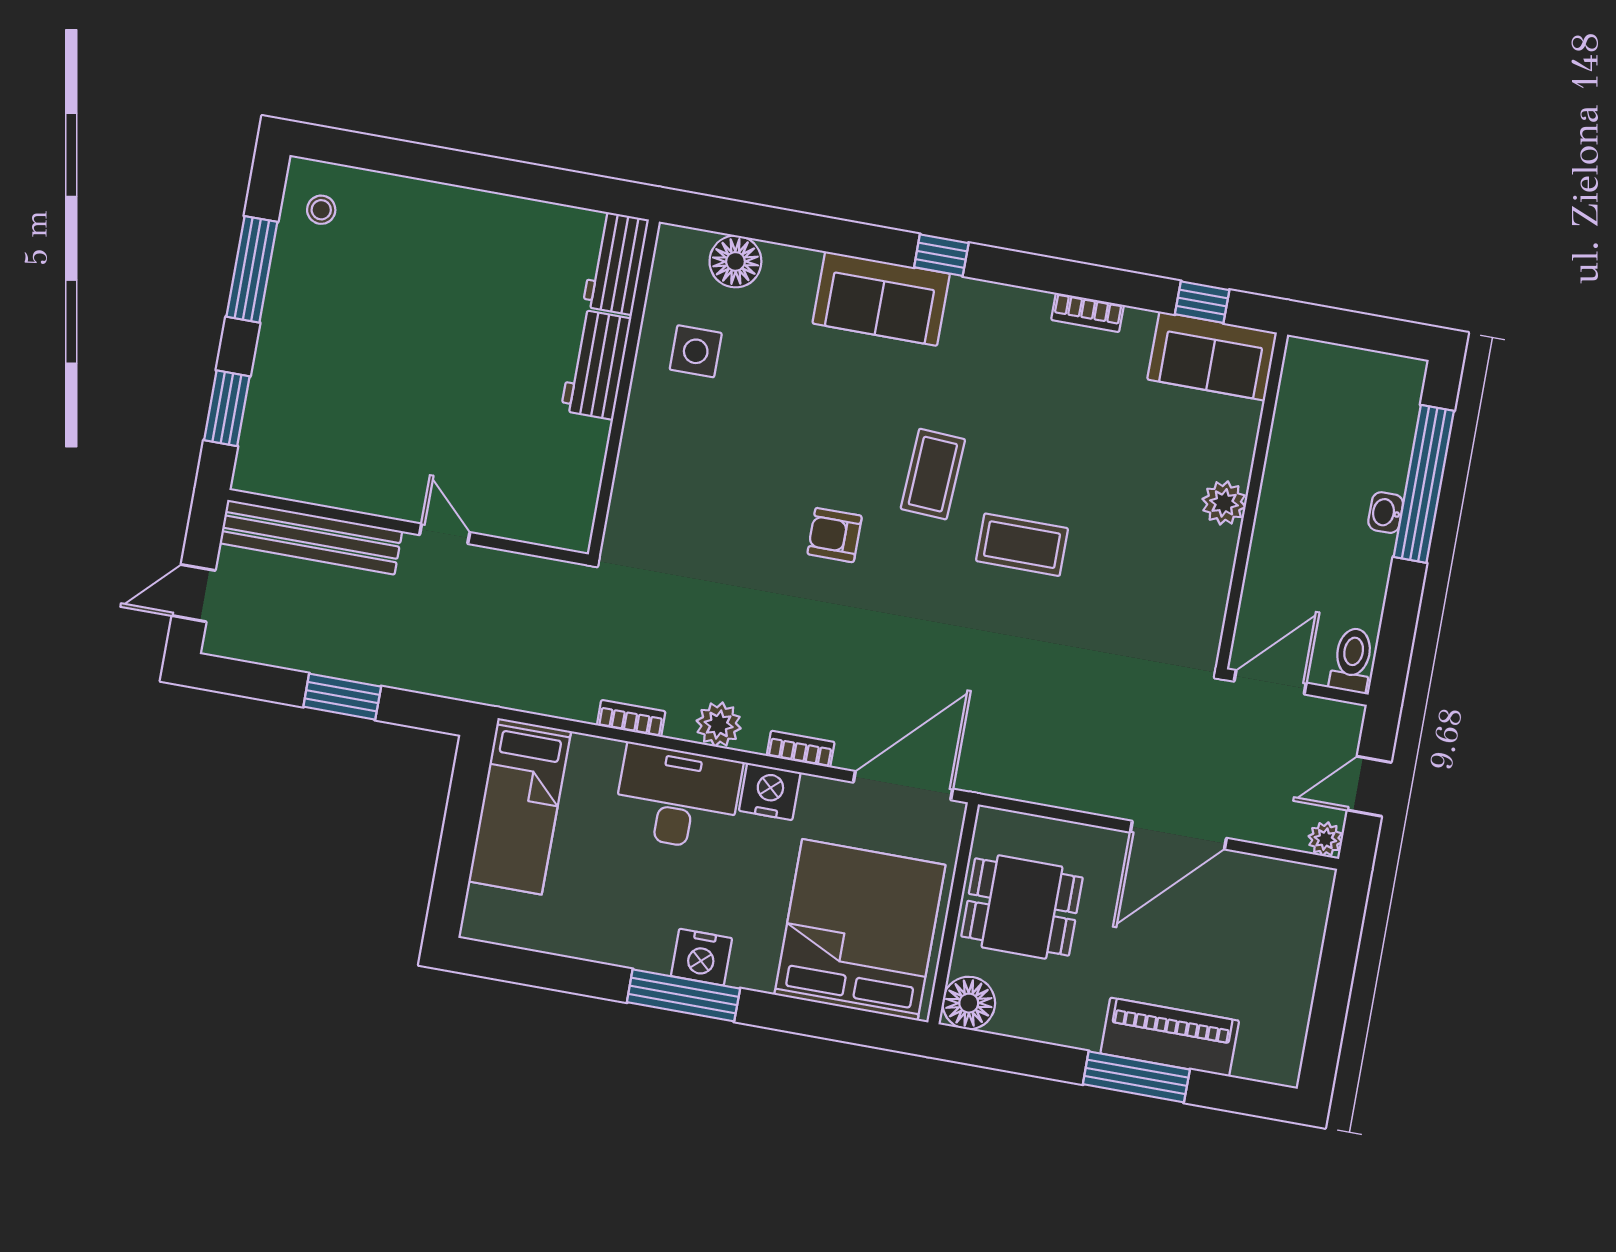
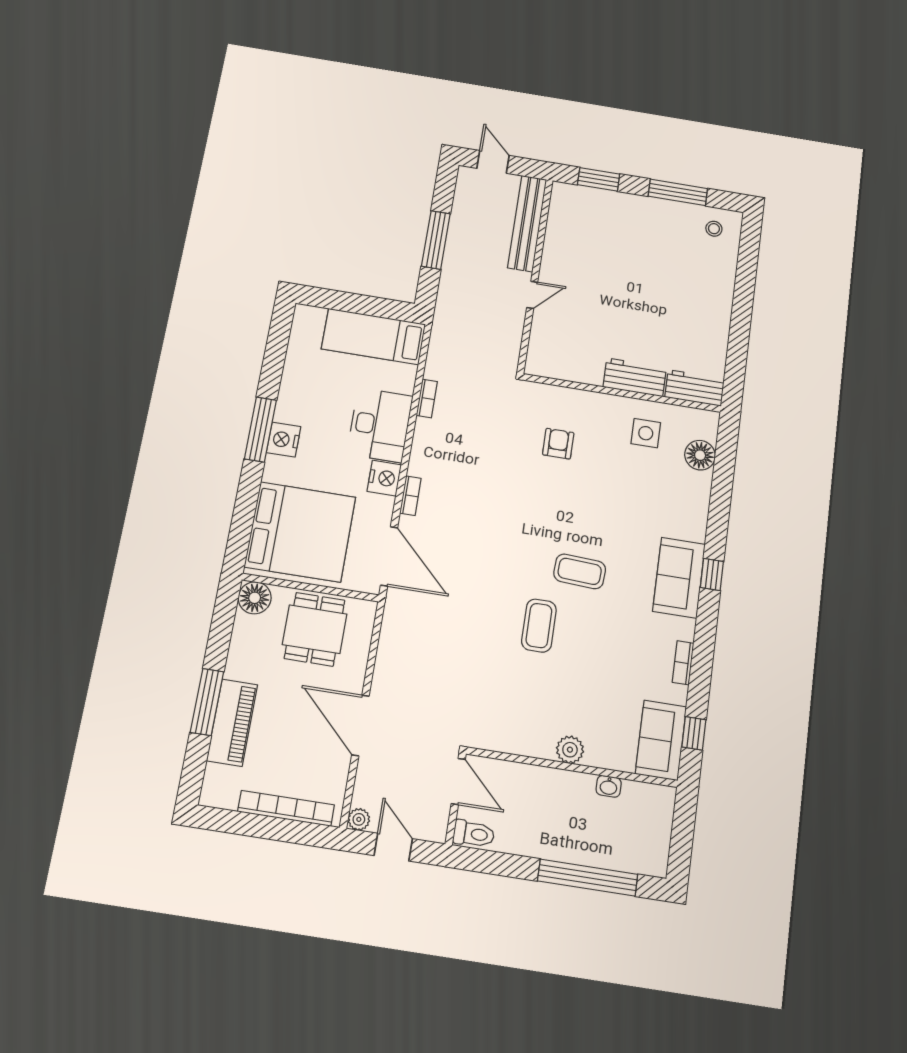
sofa: (881, 299) -> (679, 578), moved
washbasin: (1386, 513) -> (609, 786), moved, turned 180
armchair: (835, 535) -> (558, 444), moved
window: (342, 697) -> (436, 240), width x1.44
plant: (719, 724) -> (424, 448), removed
bookcase: (1306, 952) -> (286, 808), added

